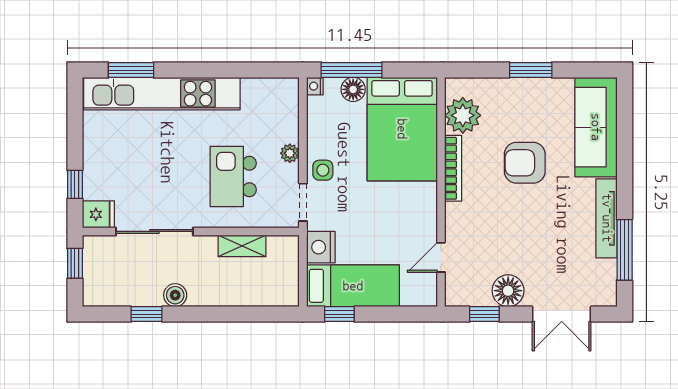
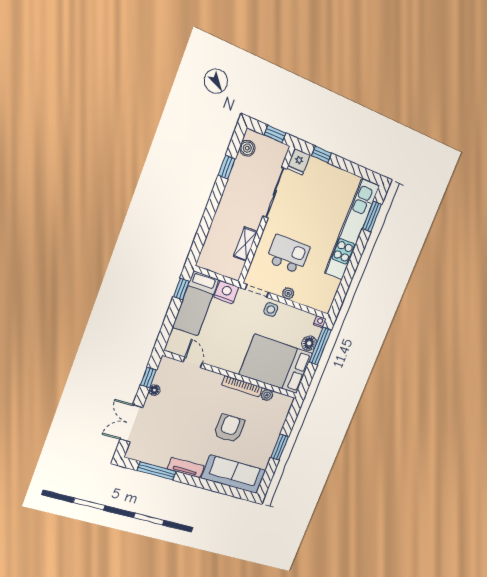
plant: (463, 115) -> (267, 395), width x0.53, depth x0.53
tv unit: (607, 218) -> (186, 468), width x0.71
floor lamp: (508, 291) -> (155, 390), width x0.53, depth x0.53
boiler: (175, 295) -> (247, 148), moved

